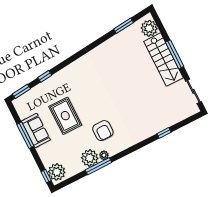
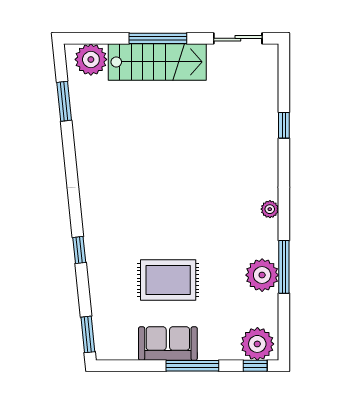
window: (45, 76) -> (79, 250), moved
armchair: (103, 131) -> (226, 228), removed
window: (25, 135) -> (192, 366), moved
plant: (104, 155) -> (270, 209), moved

